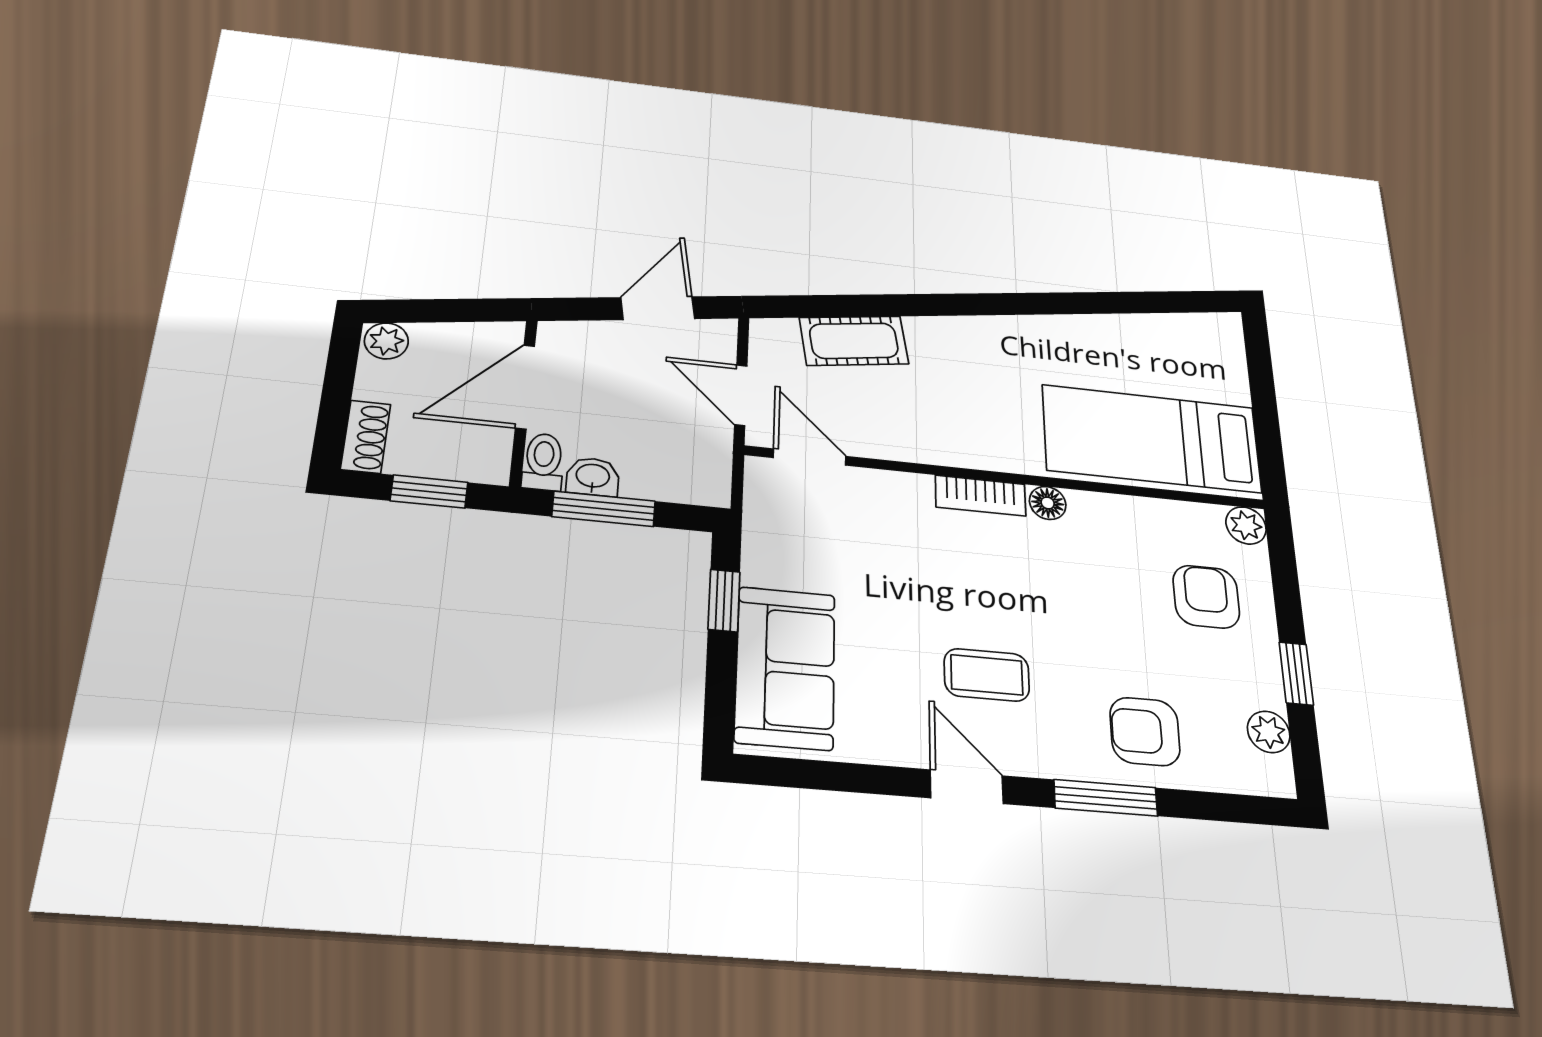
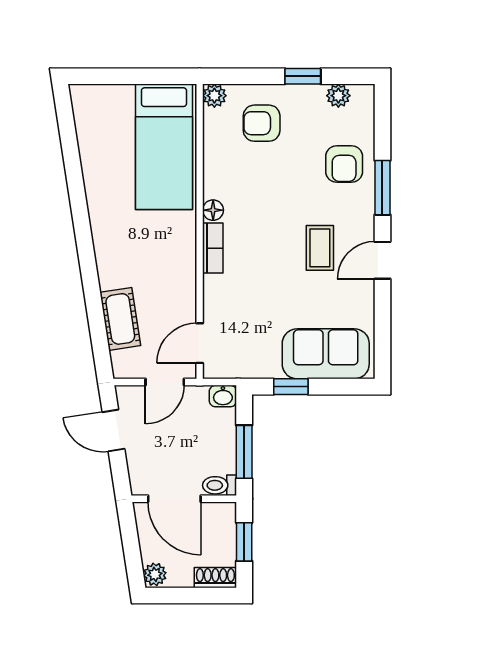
washbasin: (593, 477) -> (223, 396), moved, turned -90

